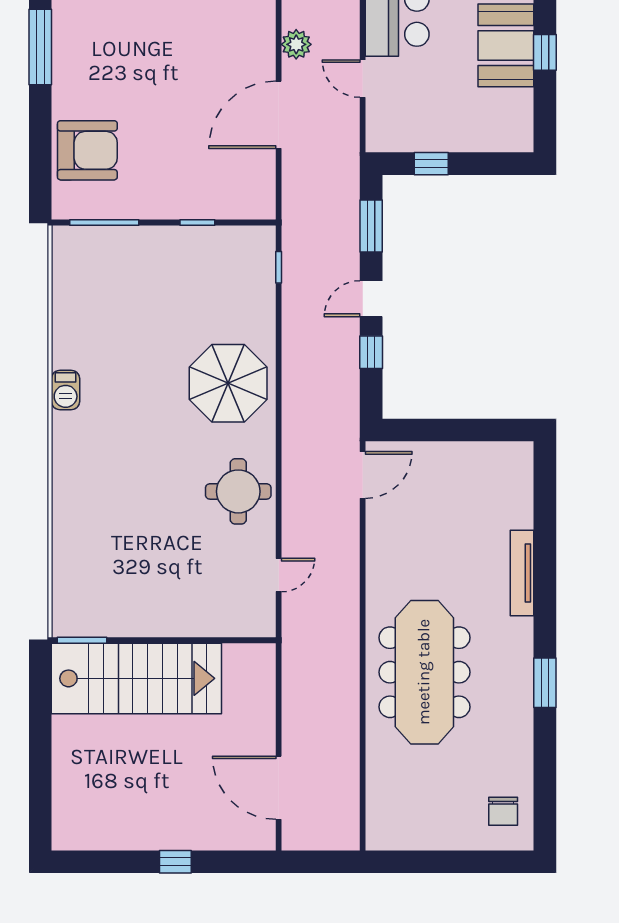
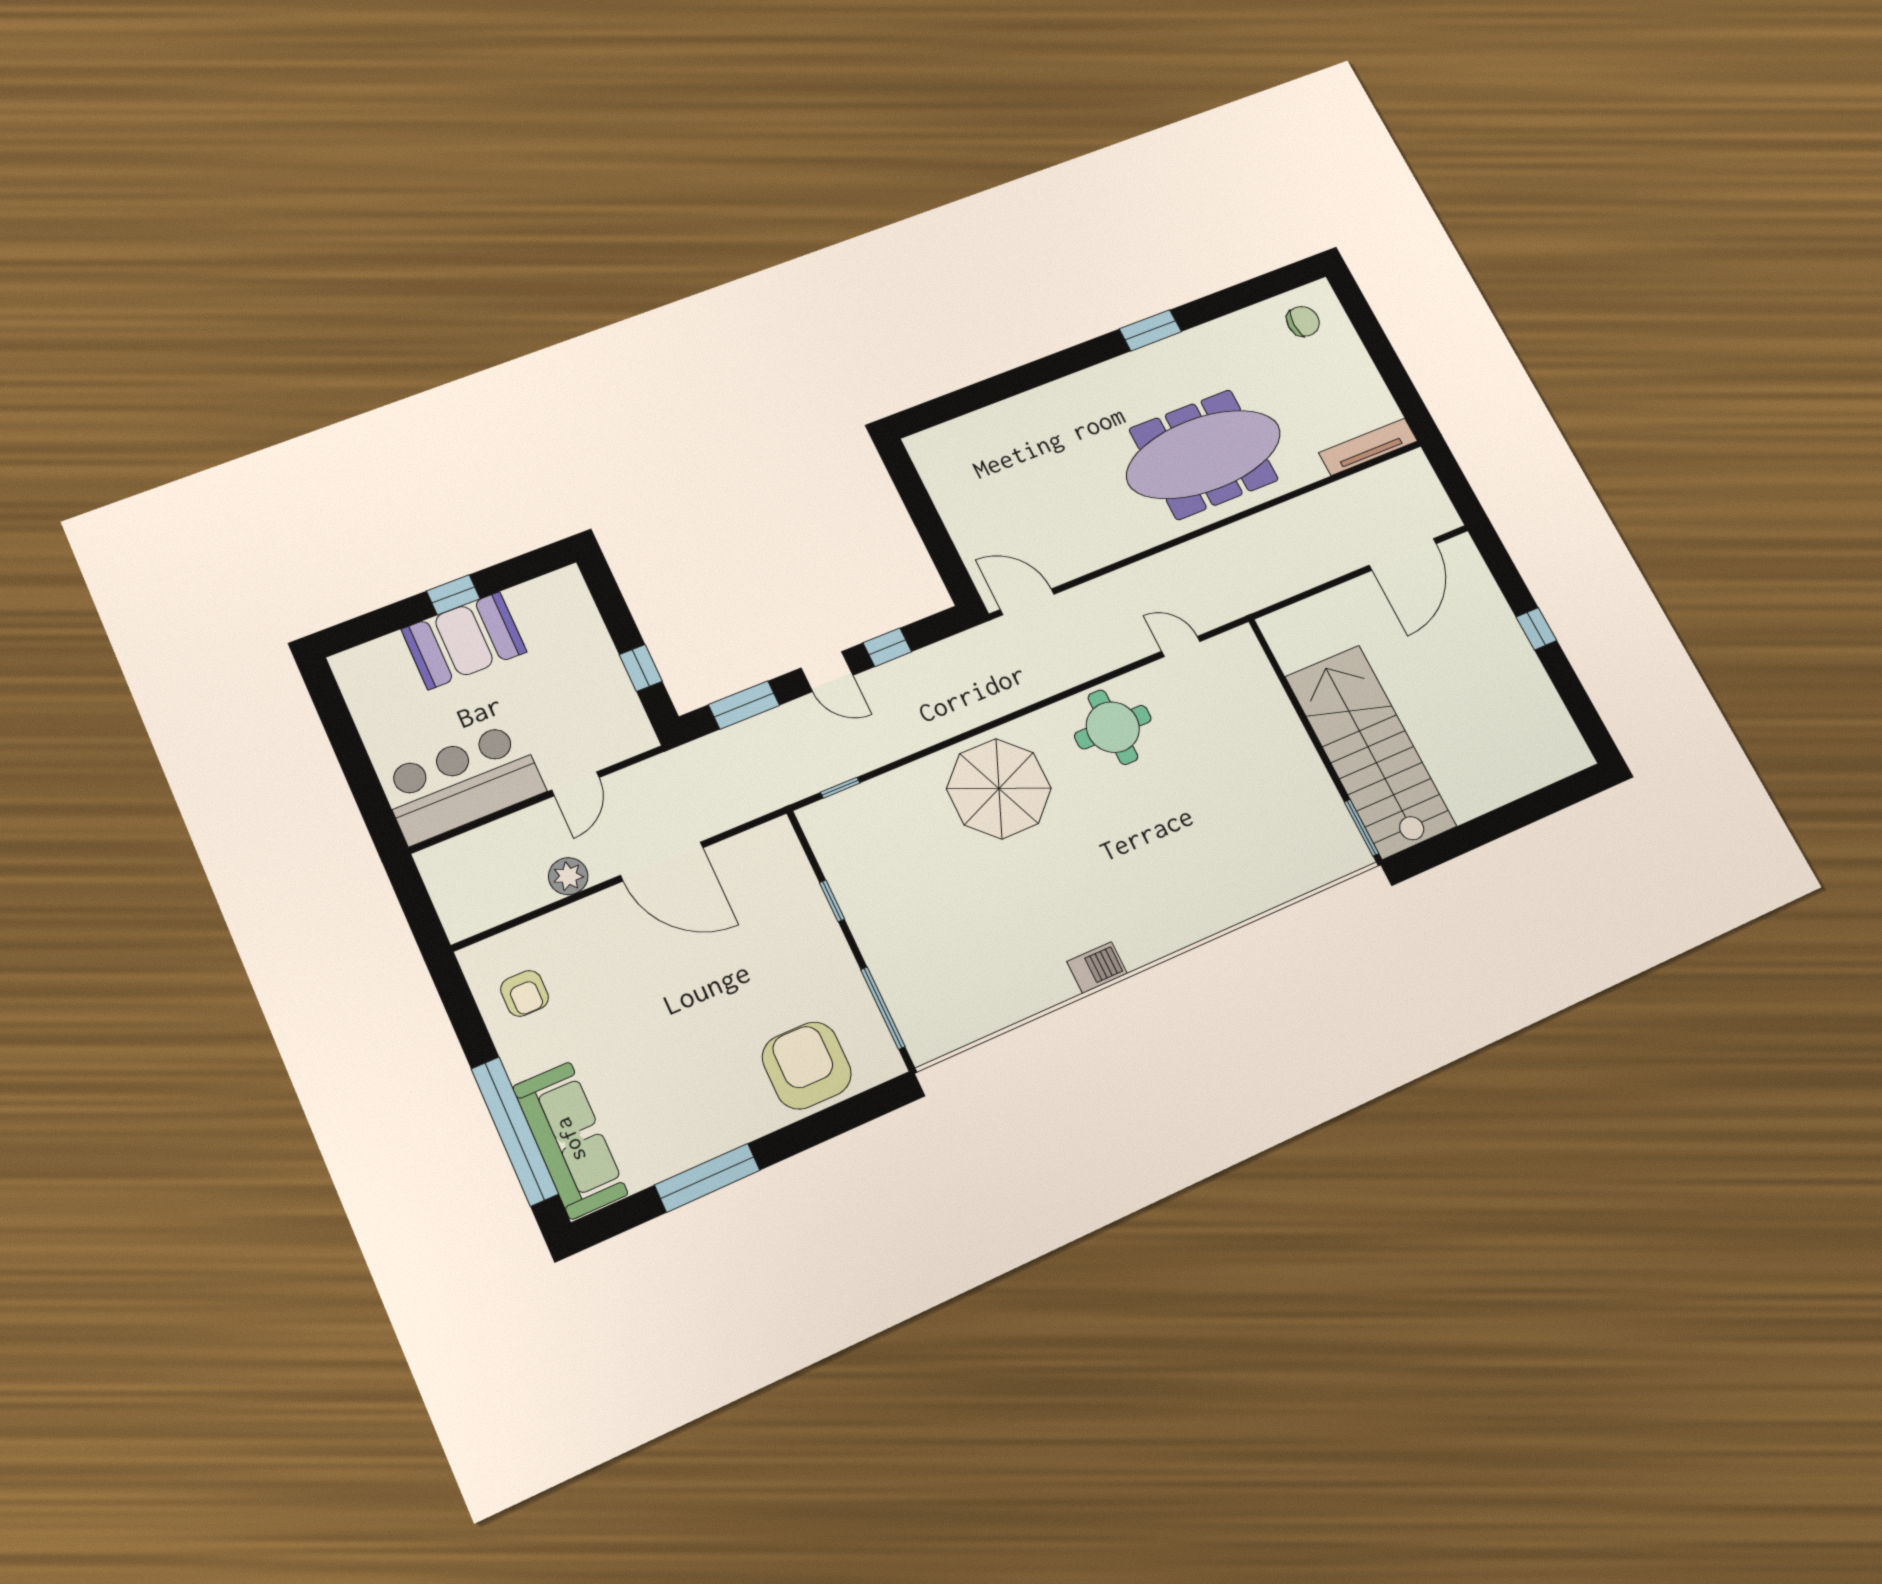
tv unit: (522, 573) -> (1368, 447), moved, turned 180

